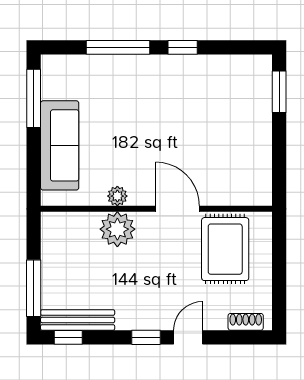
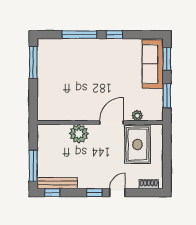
sofa: (60, 145) -> (153, 64), moved, turned 180
window: (279, 160) -> (167, 96), added
plant: (117, 196) -> (137, 116), moved
door: (178, 209) -> (112, 123), hinge flipped

